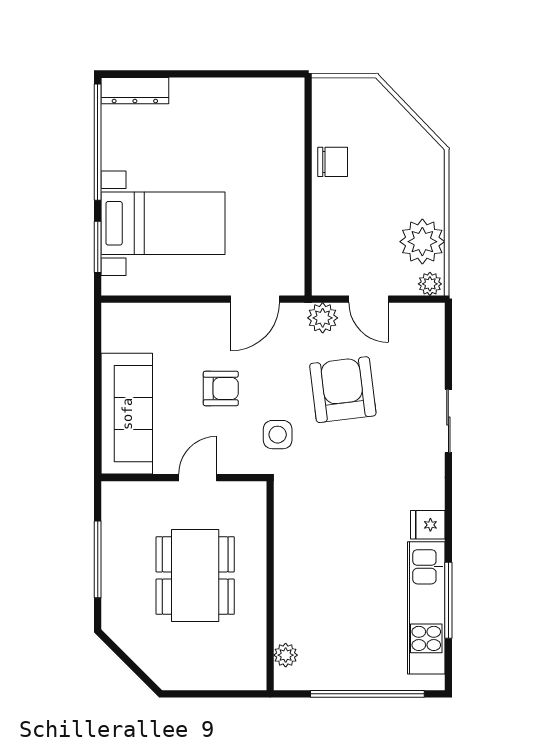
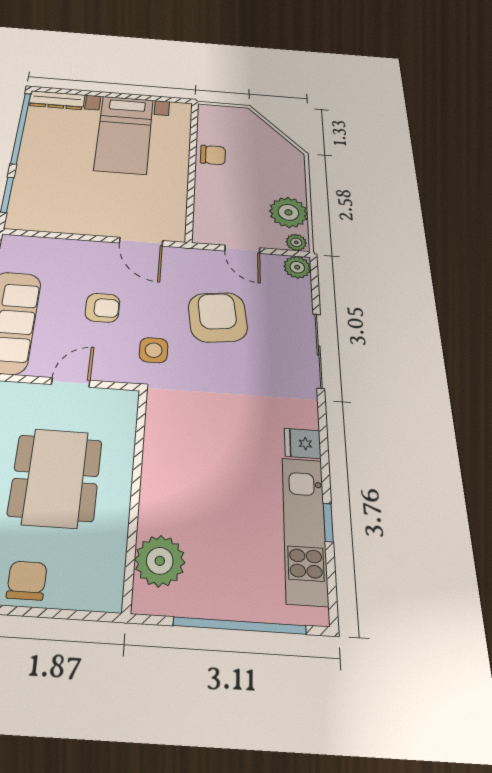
bed with nightstands: (163, 223) -> (124, 134), moved, turned 90
door: (255, 299) -> (141, 242), hinge flipped
plant: (323, 318) -> (297, 267), moved
sliding door: (448, 421) -> (319, 350), width x1.37
window: (448, 600) -> (328, 522), width x0.46
plant: (286, 655) -> (160, 561), width x1.87, depth x1.87
chair: (182, 669) -> (27, 580), added

